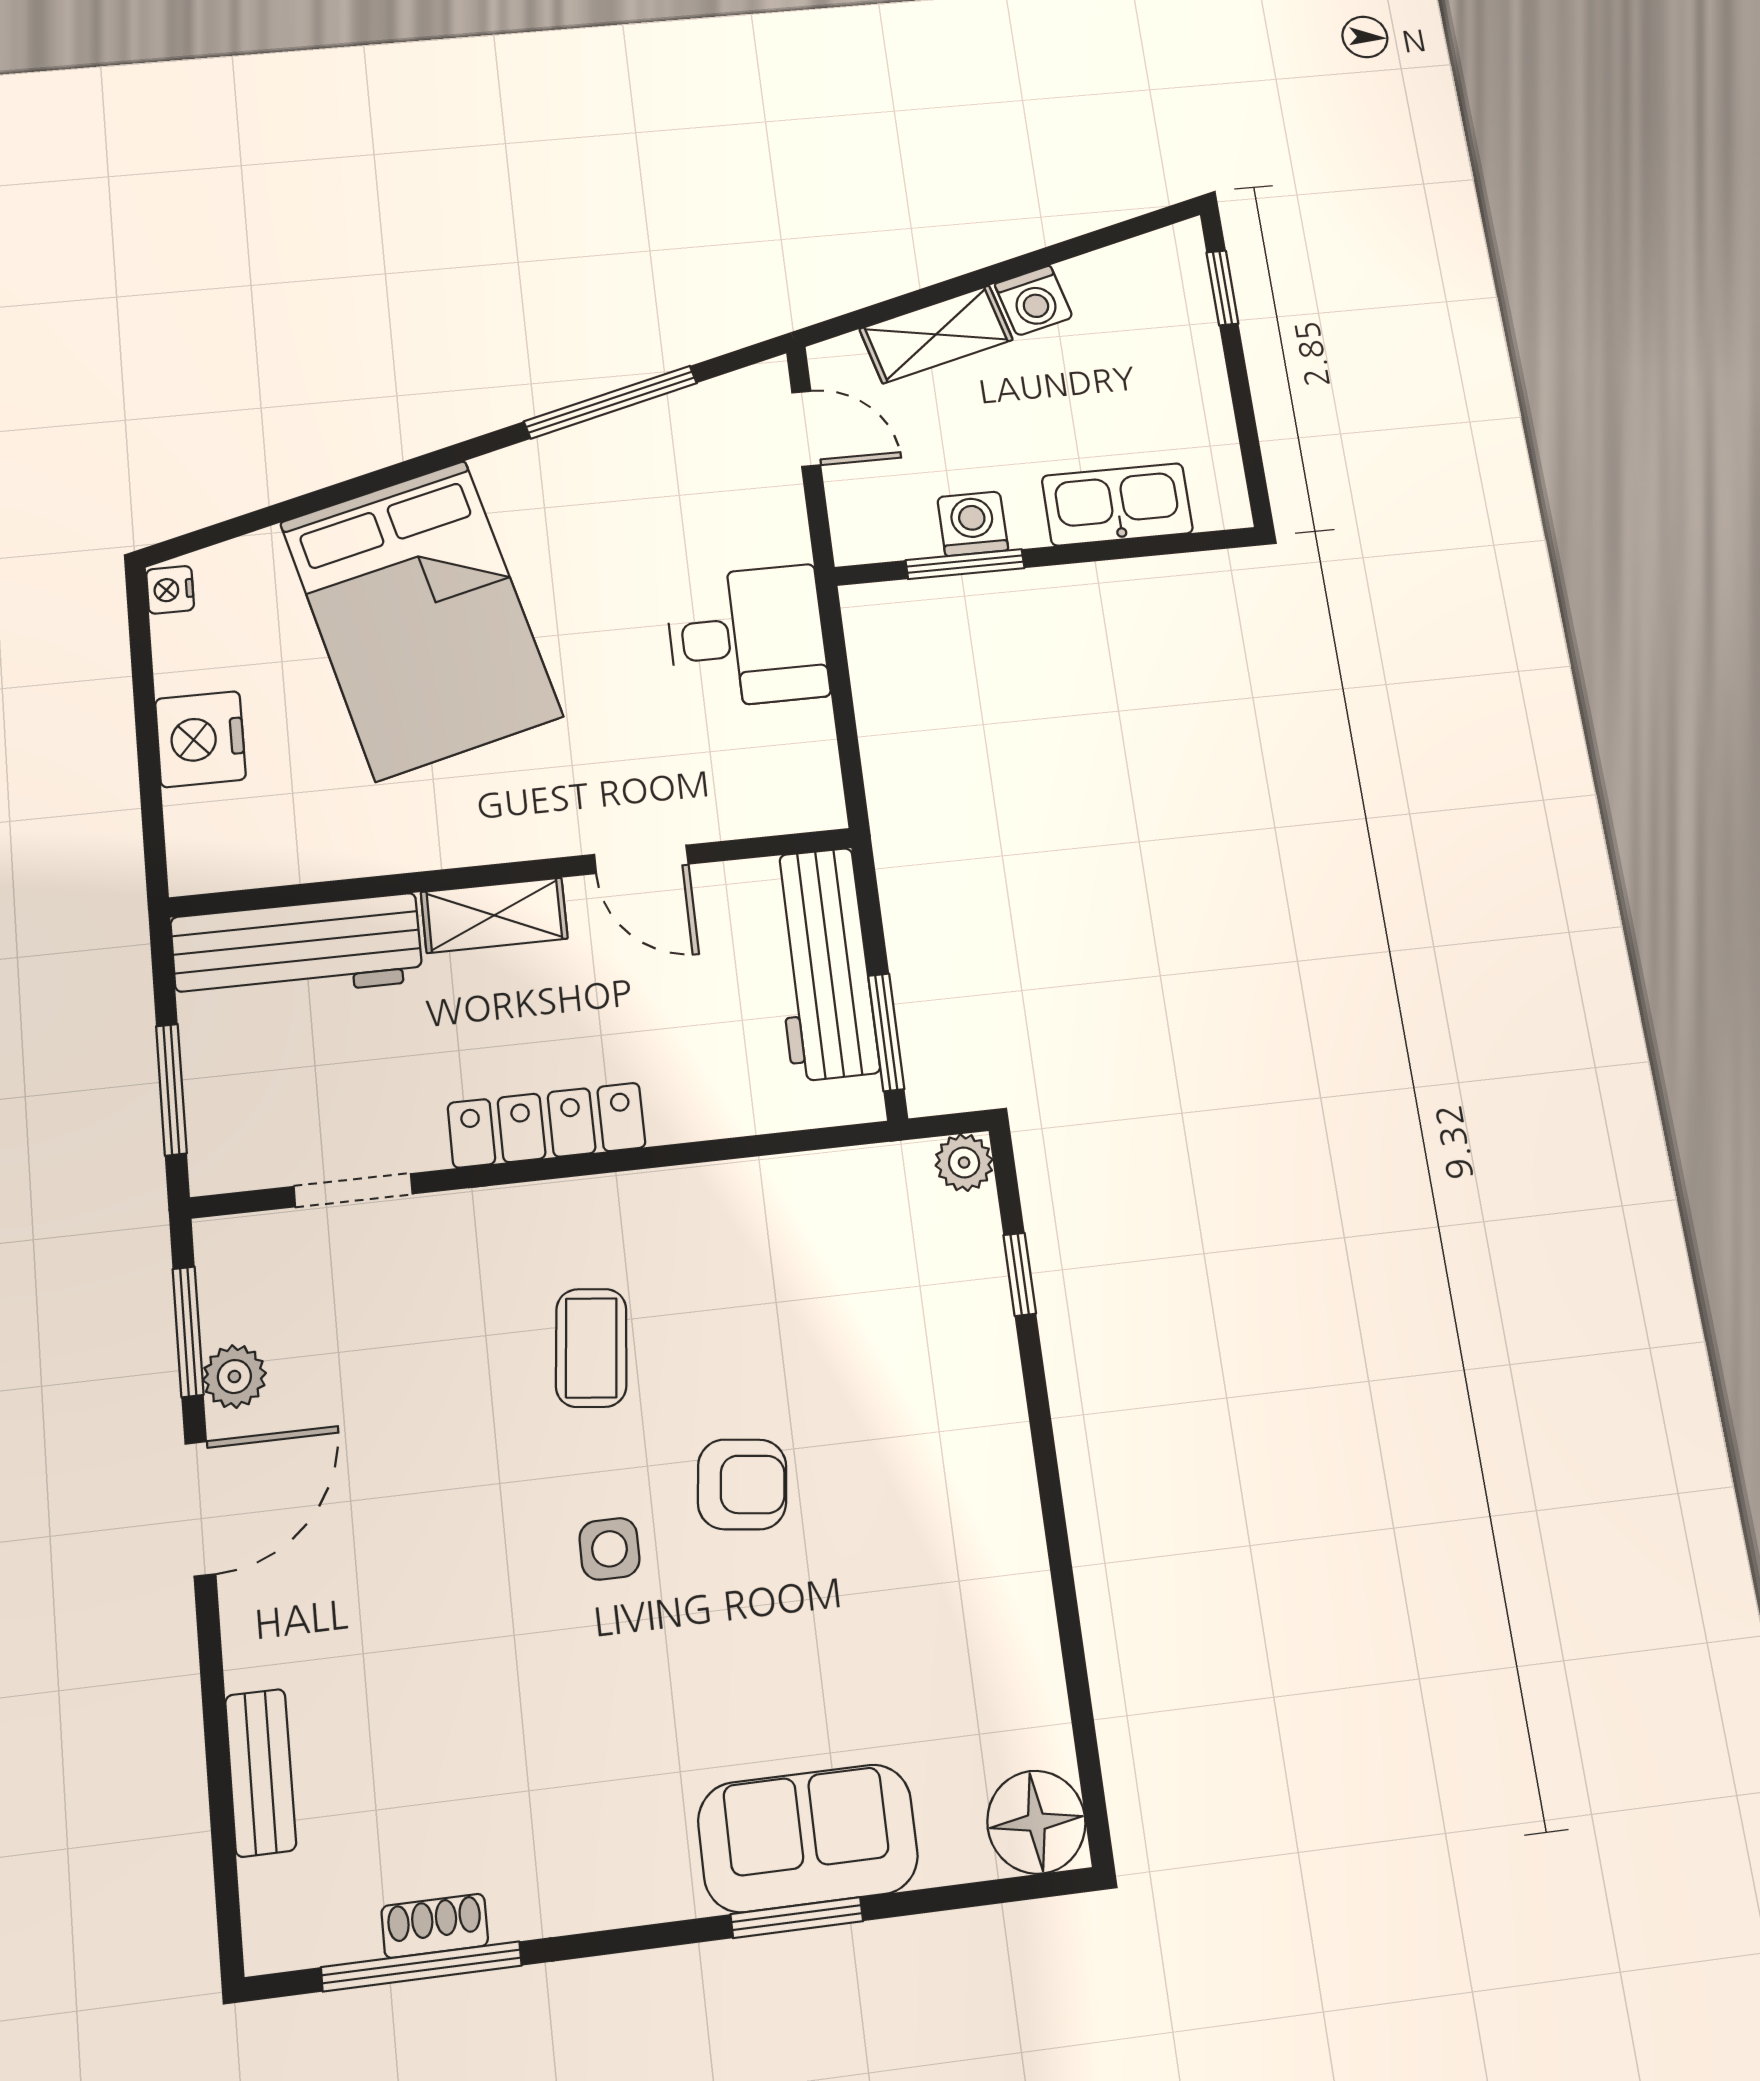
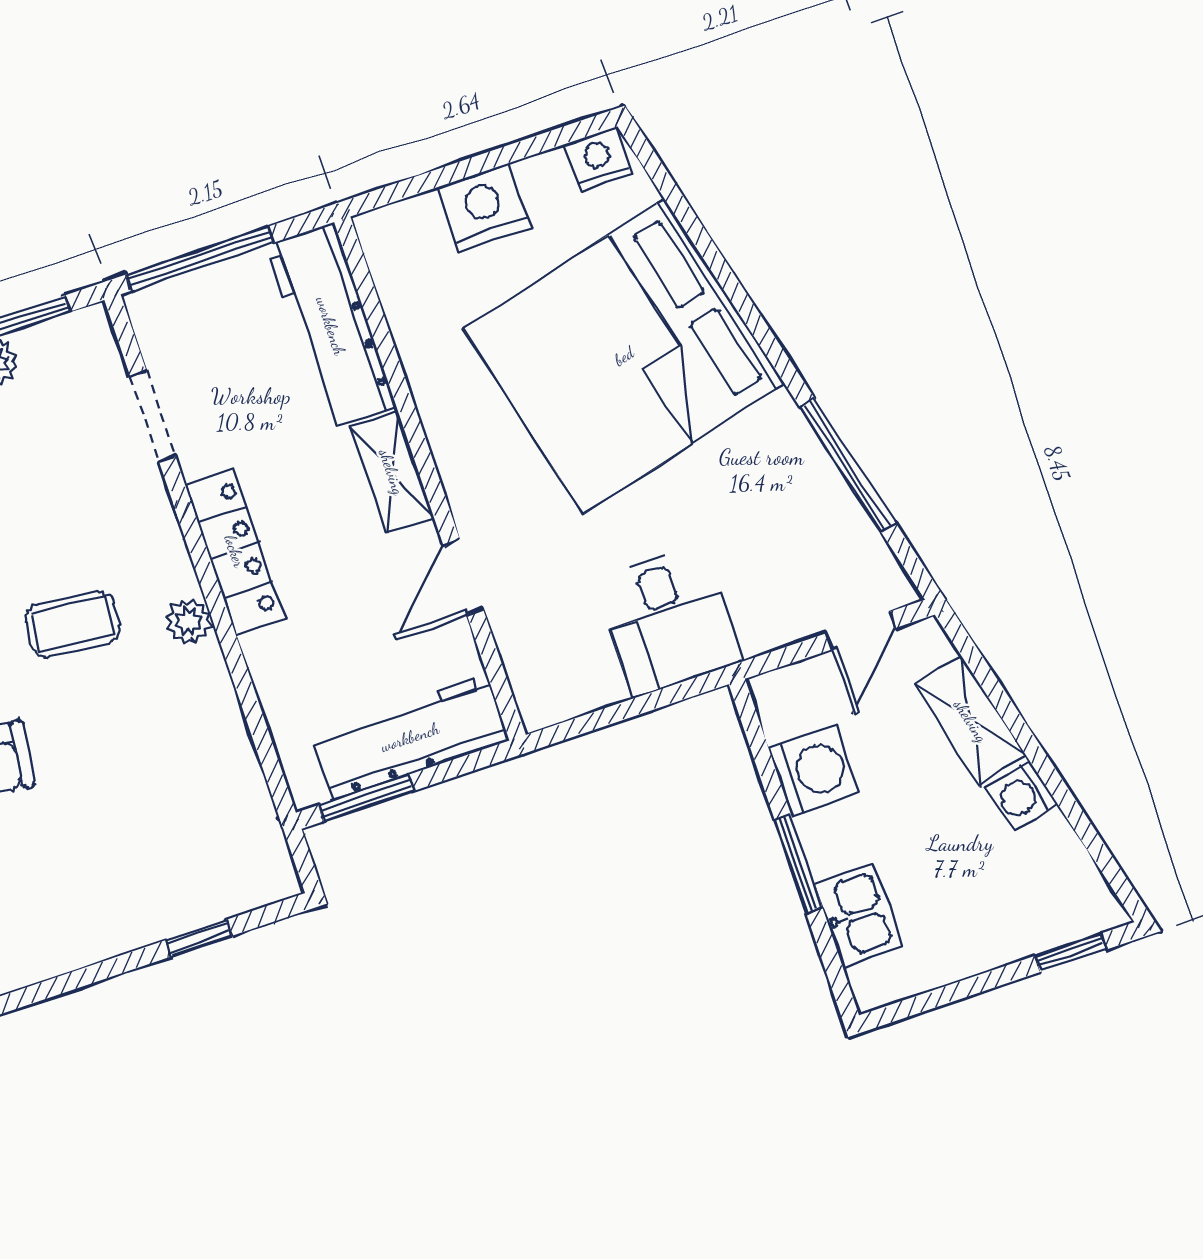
kitchen sink: (1117, 504) -> (858, 915), width x0.73
washing machine: (973, 524) -> (815, 771), width x1.38, depth x1.38
window: (965, 564) -> (798, 863), moved
nightstand: (170, 590) -> (598, 159), width x1.39, depth x1.35
bed: (421, 619) -> (624, 356), width x1.36
window: (171, 1090) -> (200, 259), width x1.44
plant: (964, 1163) -> (189, 621), moved

